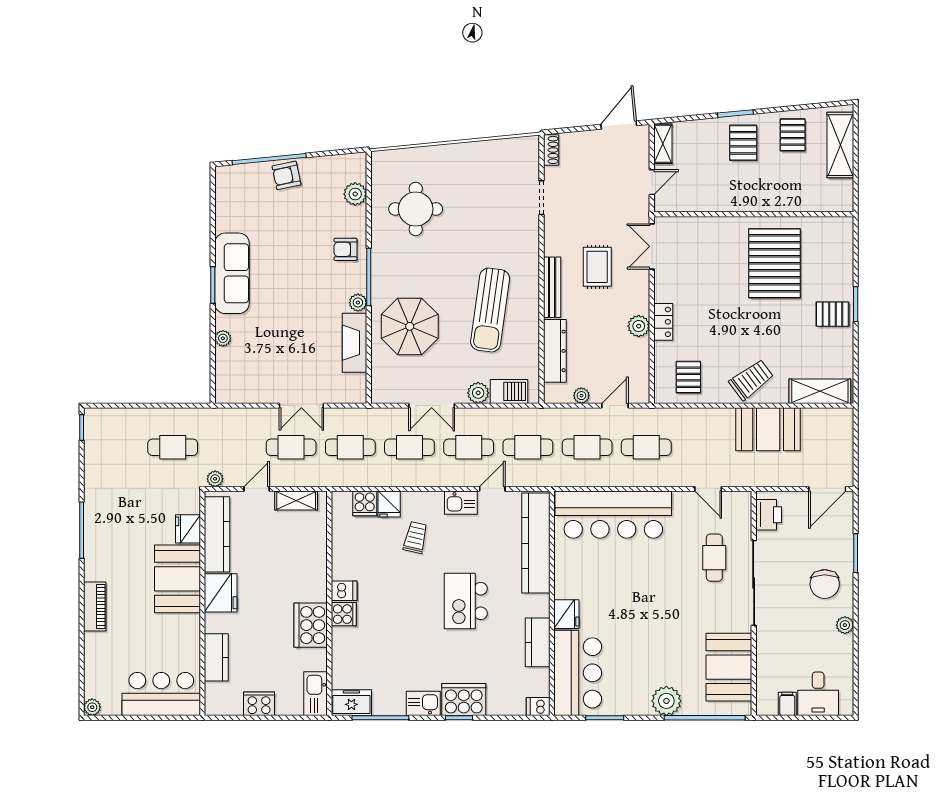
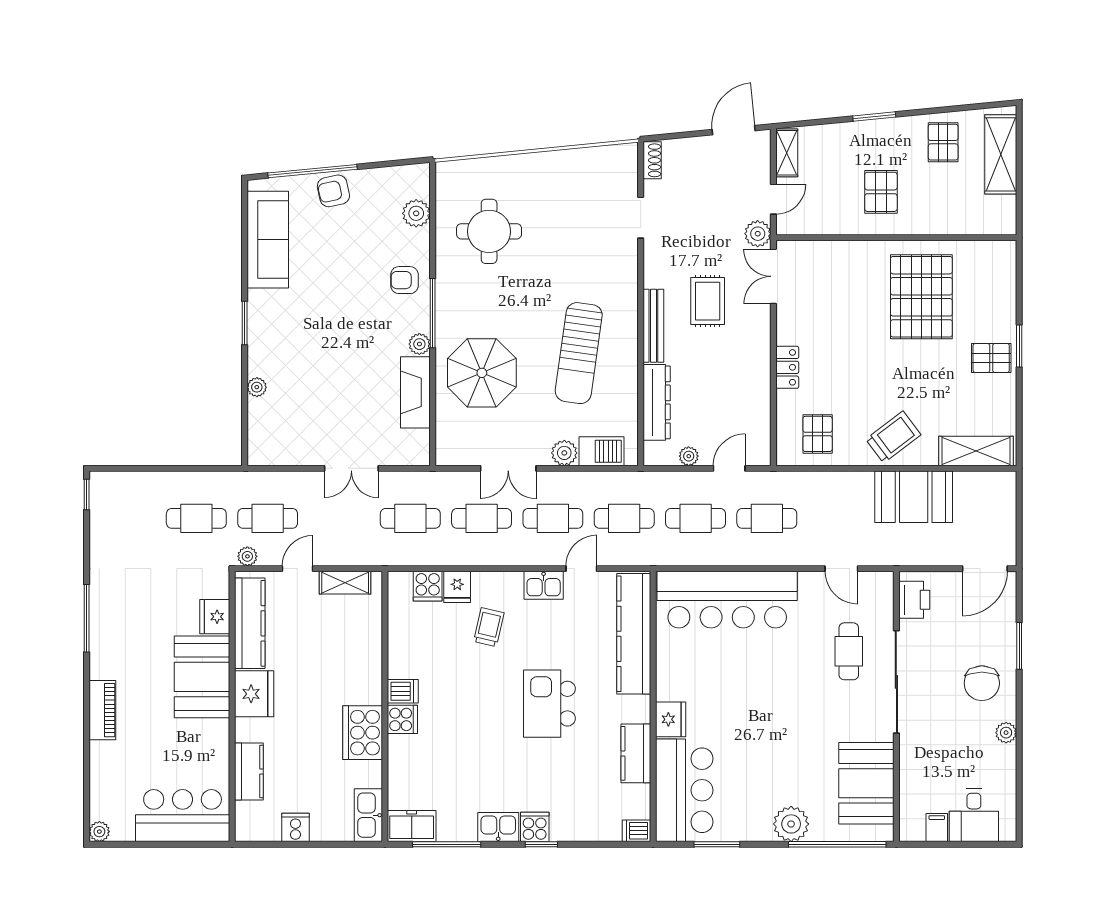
pallet: (743, 143) -> (881, 192), moved
sofa: (232, 273) -> (268, 240), moved
plant: (639, 326) -> (758, 234), moved
cafe table: (291, 447) -> (268, 518), moved
cooker: (464, 699) -> (535, 827), width x0.53, depth x0.76
cooker: (259, 704) -> (295, 827), width x0.73

